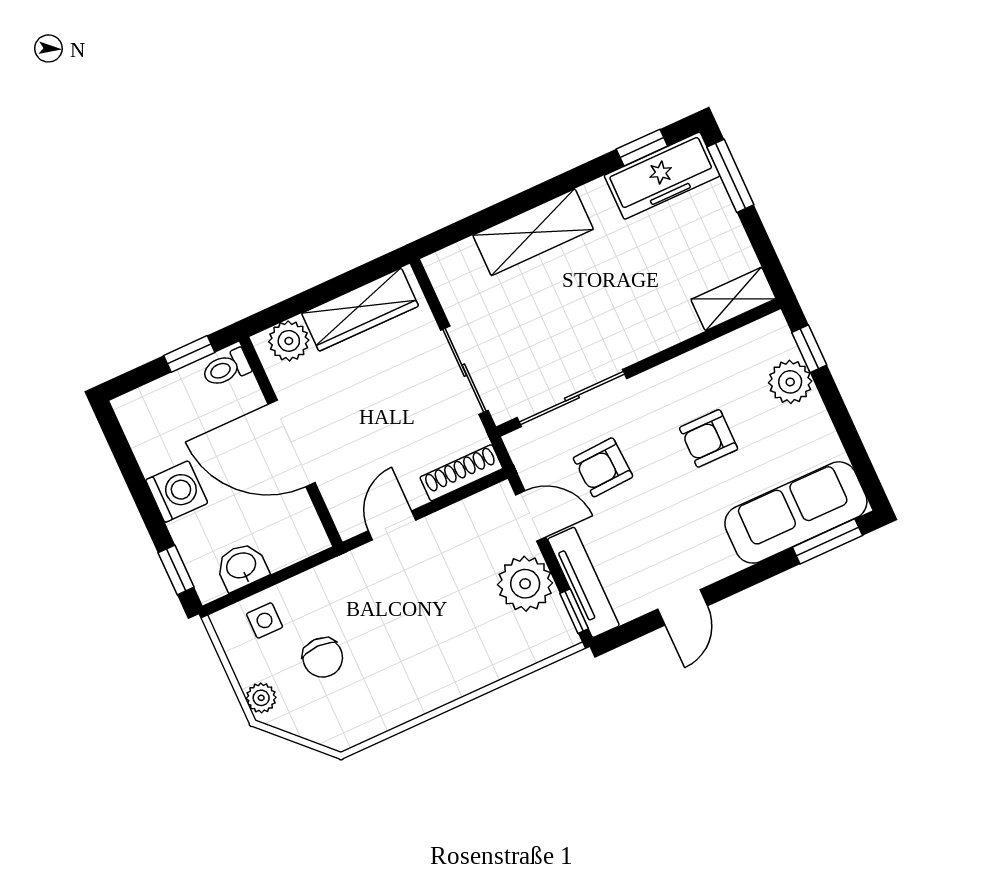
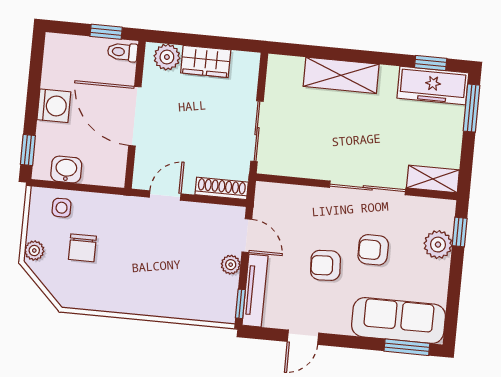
wardrobe: (360, 310) -> (206, 61), width x0.67
sliding door: (572, 398) -> (368, 188), moved
armchair: (603, 467) -> (325, 265), moved
plant: (525, 584) -> (231, 265), width x0.53, depth x0.53

